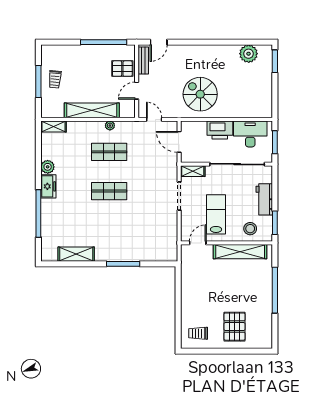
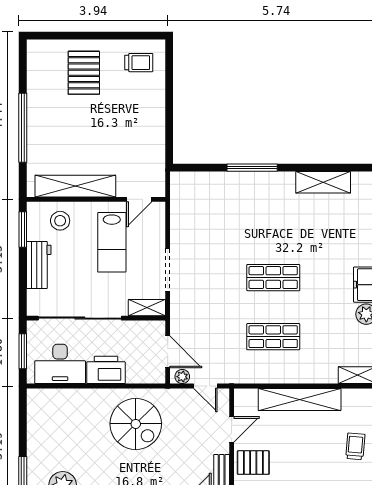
plant: (110, 126) -> (182, 377), moved

